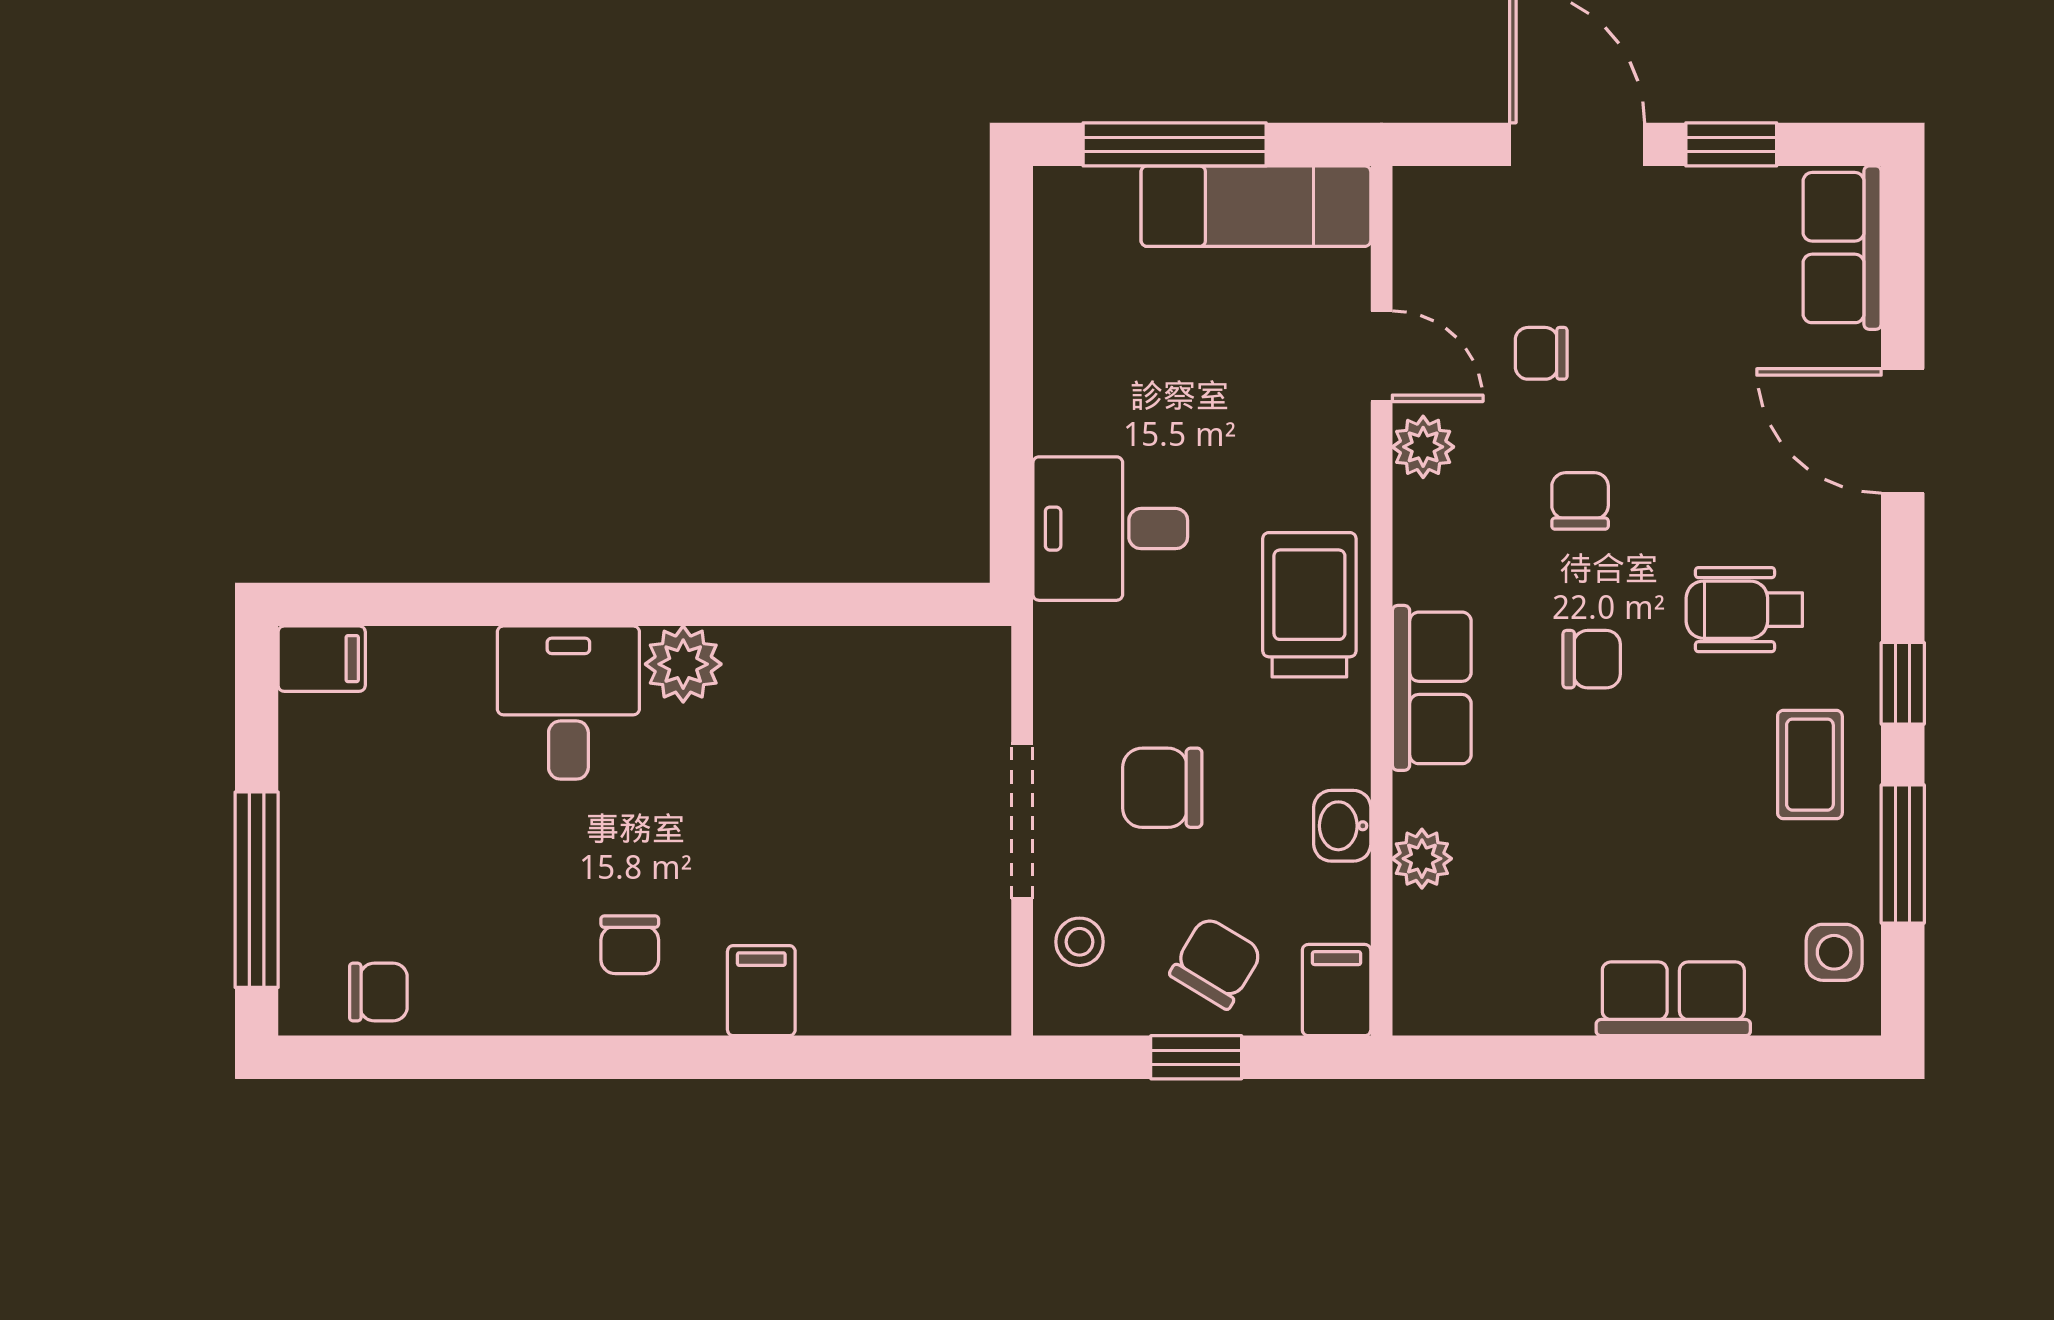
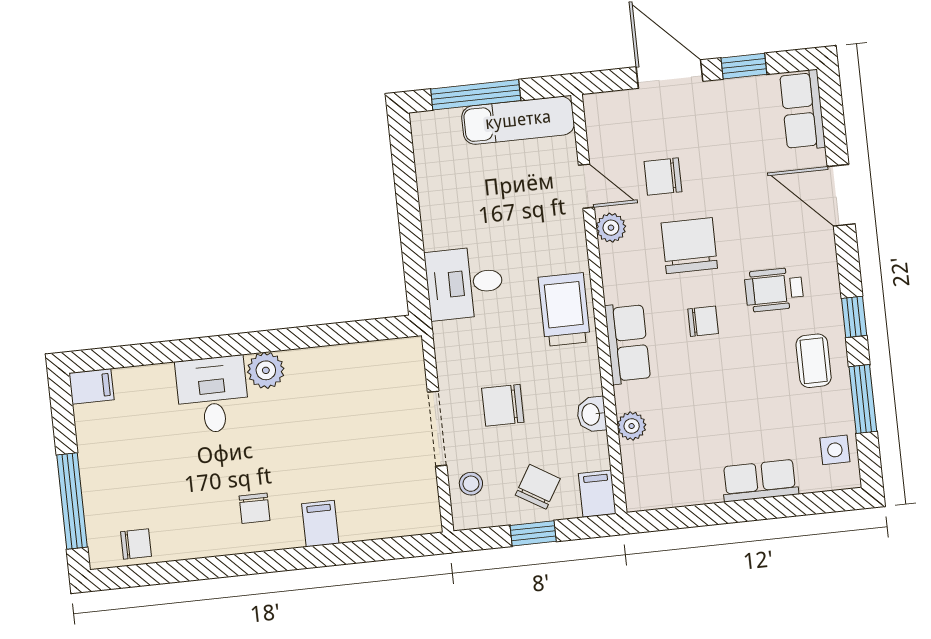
chair: (1541, 353) -> (663, 177), width x1.37, depth x1.37
chair: (1580, 501) -> (689, 246), width x1.87, depth x1.87

